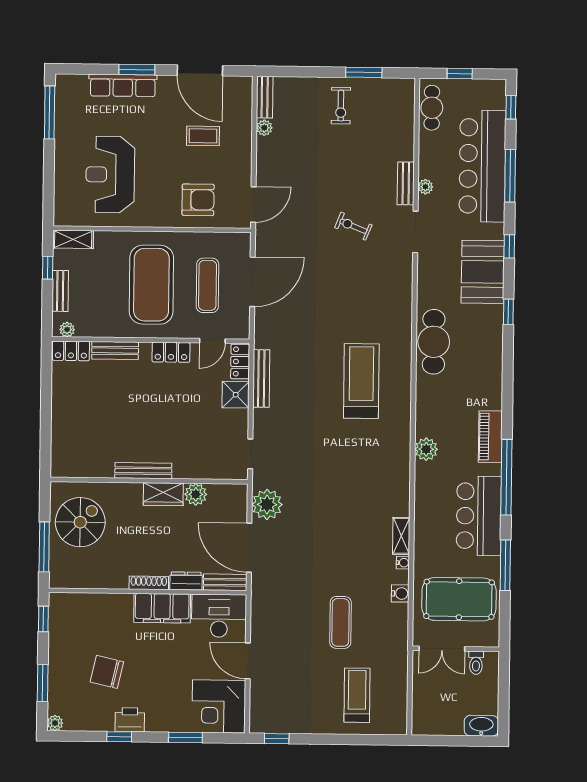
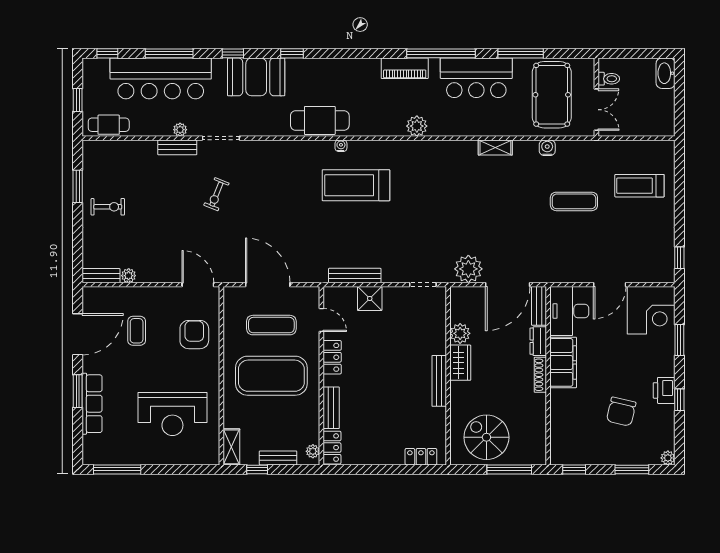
locker: (240, 362) -> (421, 457), moved, turned 180
water cooler: (403, 563) -> (341, 146), moved

